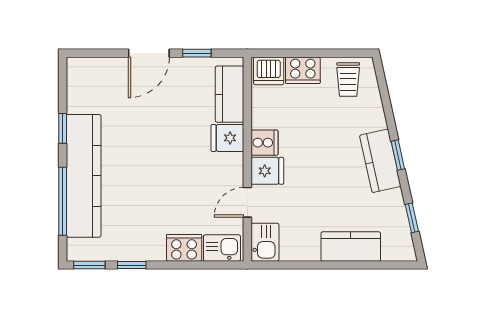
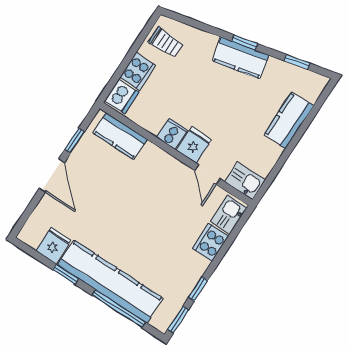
fridge: (227, 138) -> (54, 246), moved, turned 180

